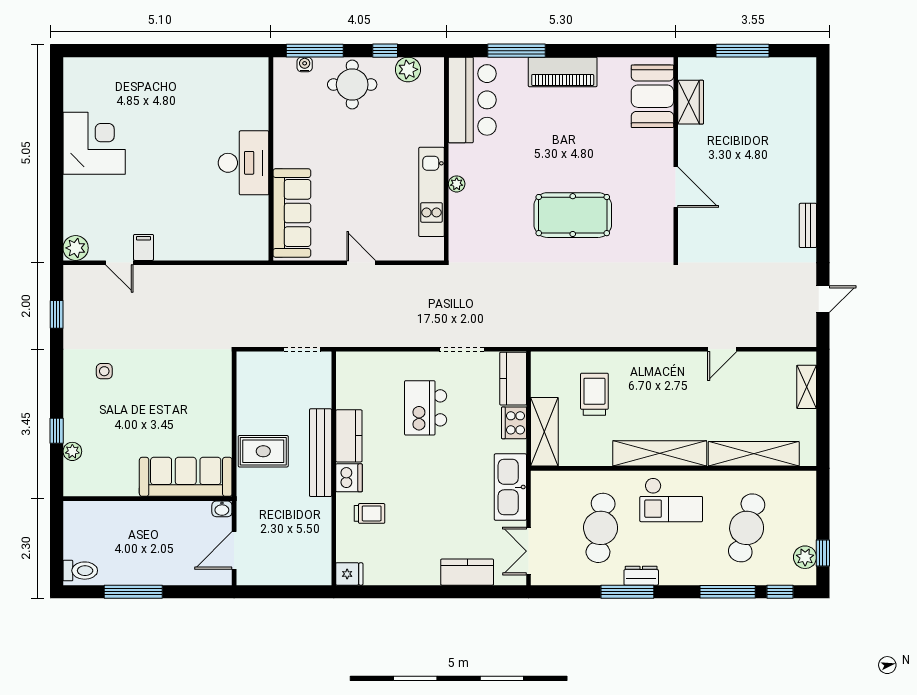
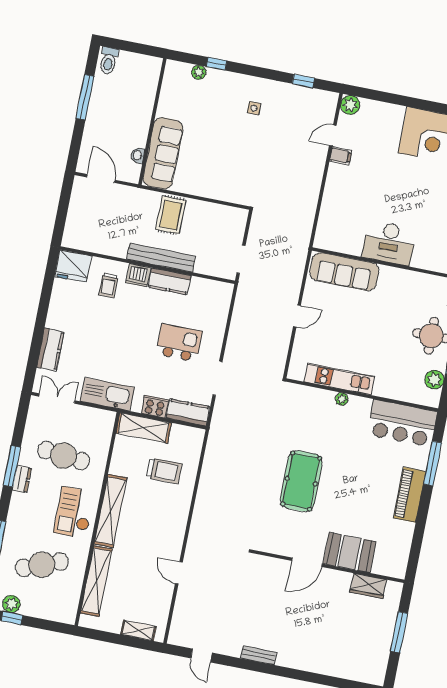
booth: (652, 96) -> (350, 553), moved
washbasin: (222, 509) -> (138, 155), moved
cafe table: (747, 528) -> (42, 565), turned -36
fridge: (349, 574) -> (73, 266), width x1.88, depth x1.34

